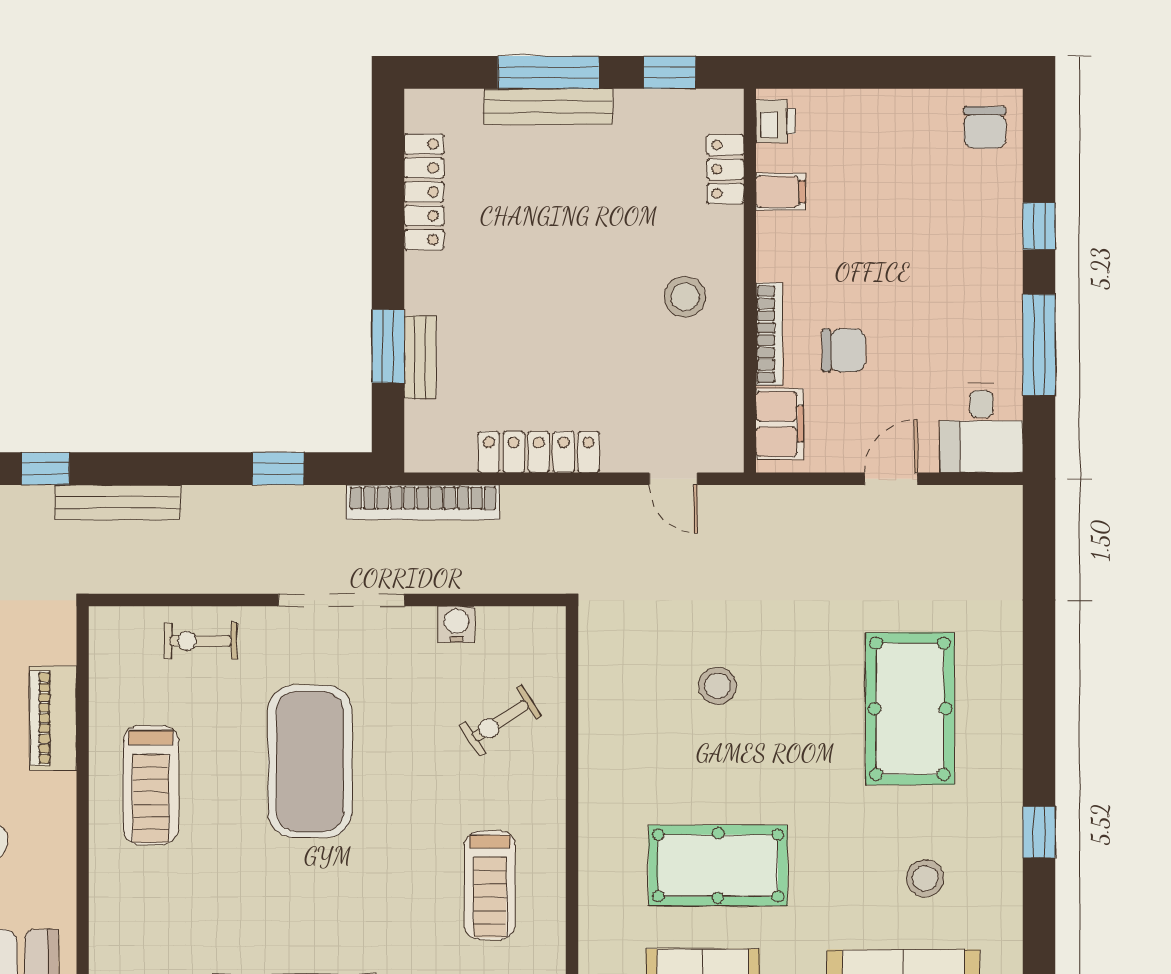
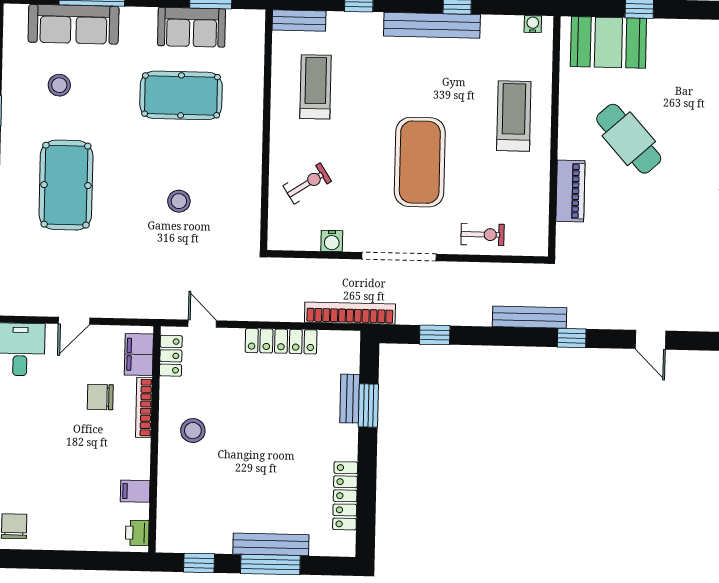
locker: (725, 169) -> (171, 356), moved
treadmill: (151, 785) -> (514, 116), moved

